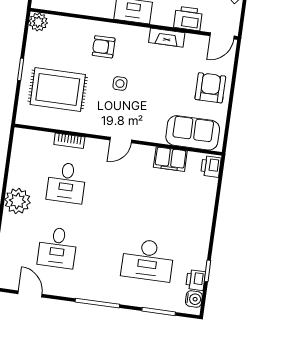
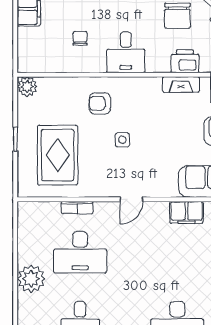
fireplace: (167, 38) -> (181, 84), moved
rug: (58, 89) -> (58, 155), turned 90
desk: (66, 183) -> (80, 252), width x1.37

